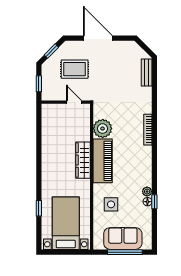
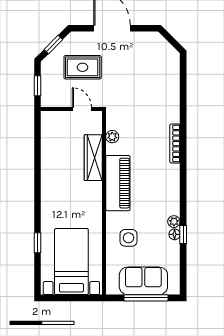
bench: (147, 73) -> (173, 72), removed
plant: (103, 129) -> (112, 137), width x0.53, depth x0.53
wardrobe: (83, 160) -> (93, 158), moved

